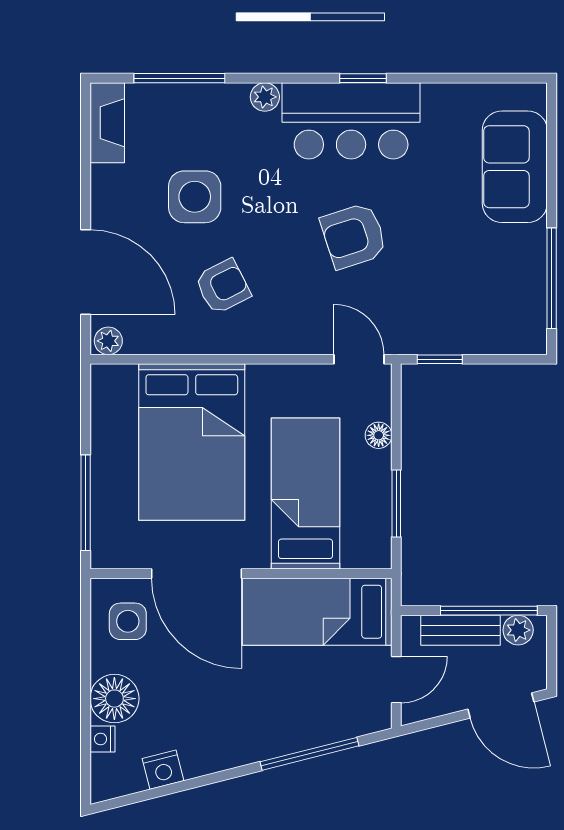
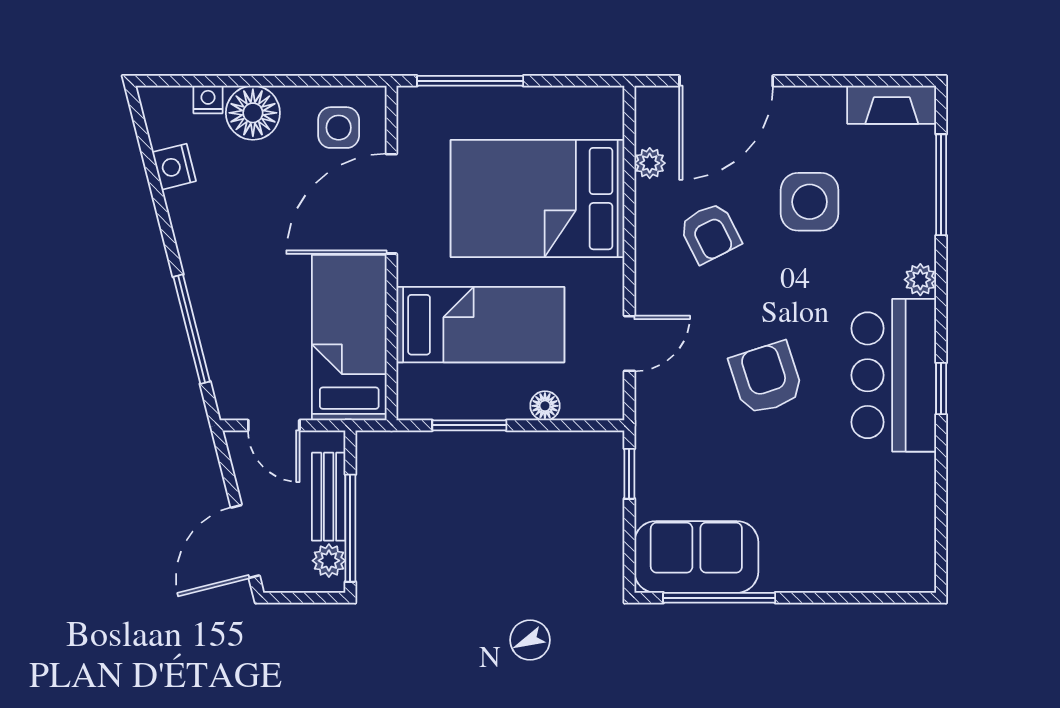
sofa: (515, 167) -> (696, 557), moved
plant: (108, 341) -> (650, 163), moved
door: (359, 359) -> (629, 343), moved

